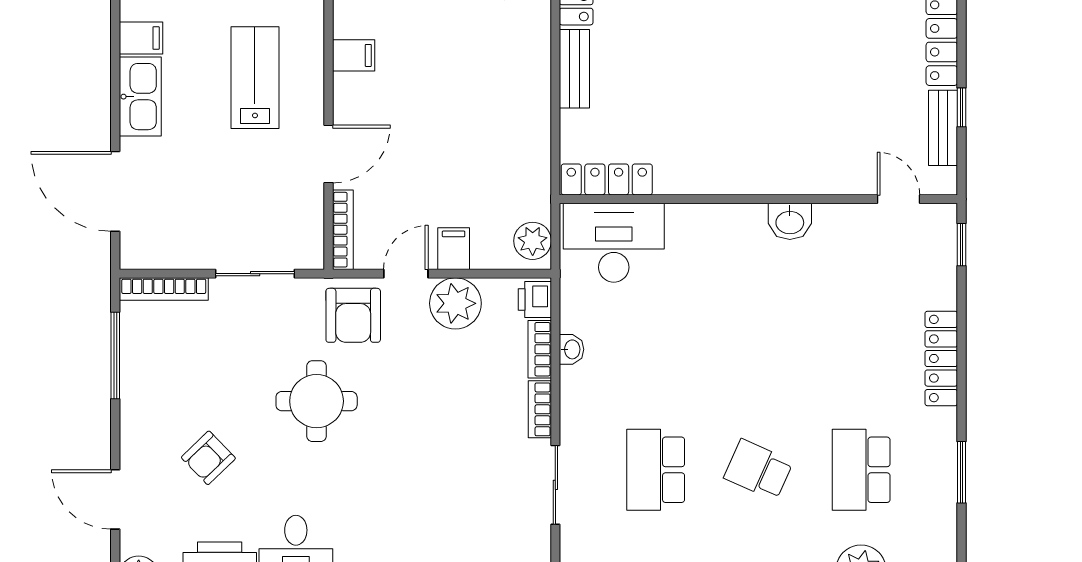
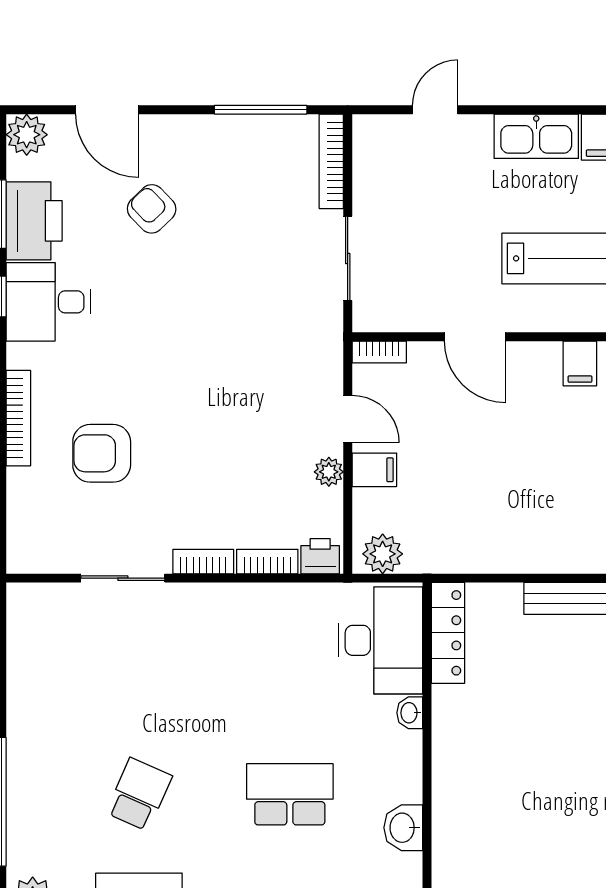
door: (115, 191) -> (435, 110), width x0.53
bookcase: (343, 230) -> (379, 352), width x0.64
plant: (455, 303) -> (329, 472), width x0.53, depth x0.53
armchair: (353, 315) -> (102, 453), moved
washbasin: (572, 349) -> (410, 713), moved, turned 90
round table: (317, 401) -> (212, 324), removed
school desk: (656, 470) -> (290, 794), moved
door: (115, 499) -> (107, 110), swing flipped

